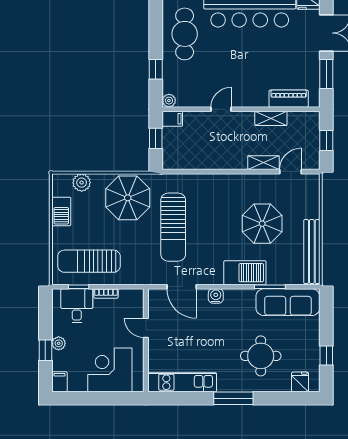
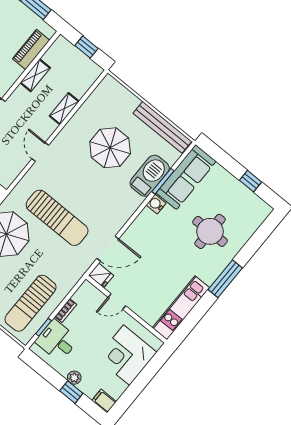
door: (290, 172) -> (40, 152), moved
barbecue: (245, 273) -> (150, 176), moved
water cooler: (216, 296) -> (156, 204), moved
fridge: (300, 382) -> (101, 275), moved, turned 180

